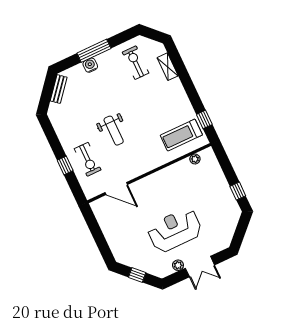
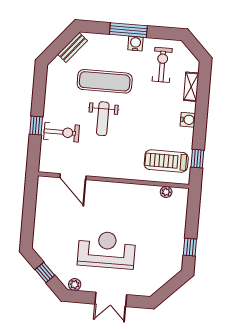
water cooler: (90, 65) -> (135, 44), moved
water cooler: (180, 94) -> (188, 120), added
exercise mat: (98, 101) -> (105, 81), added
exercise bike: (88, 159) -> (62, 132), turned -90
plant: (178, 265) -> (75, 284), moved

